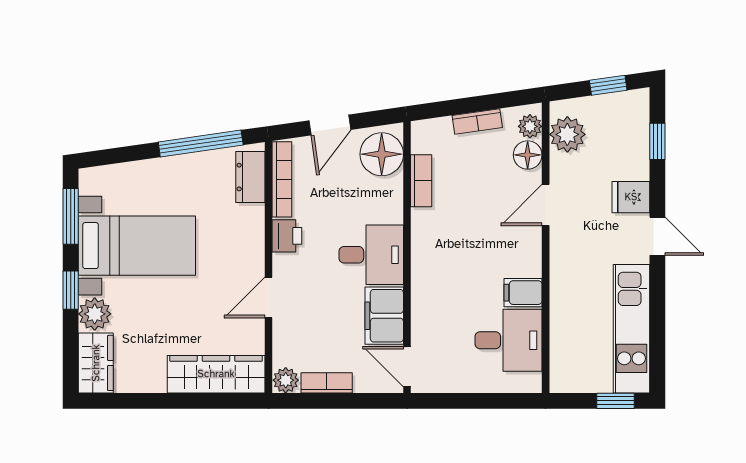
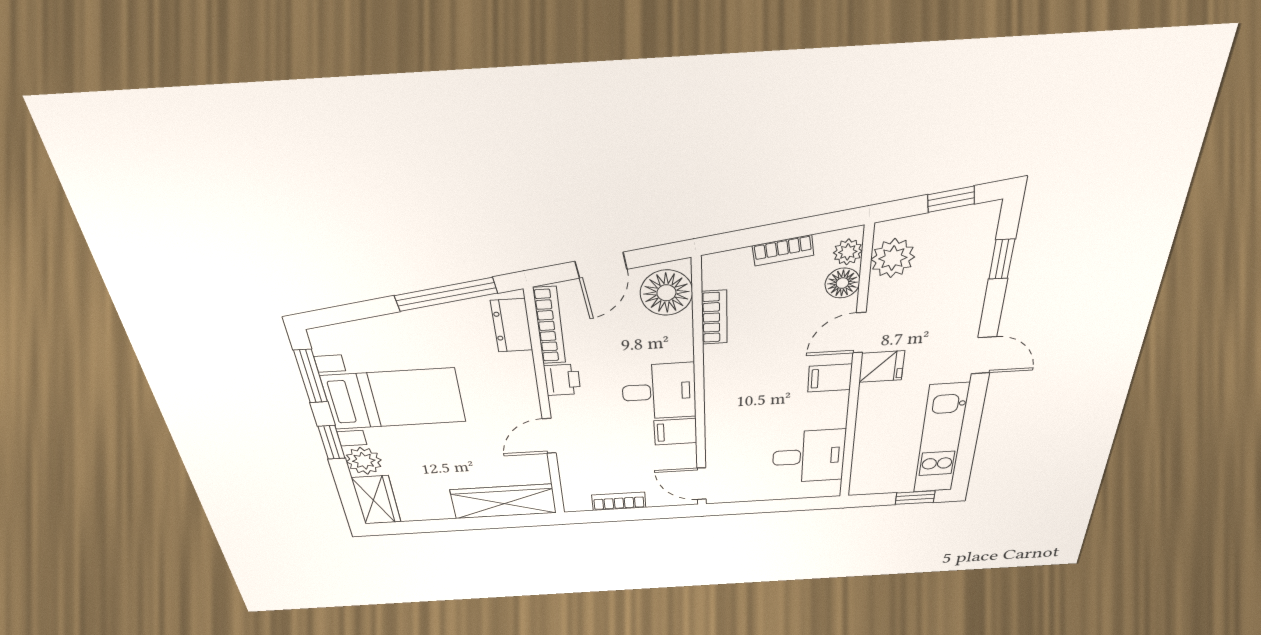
fridge: (631, 197) -> (882, 367), moved, turned 180
filing cabinet: (523, 293) -> (830, 378), moved
filing cabinet: (384, 316) -> (675, 432), width x0.50
plant: (286, 380) -> (576, 502), removed

